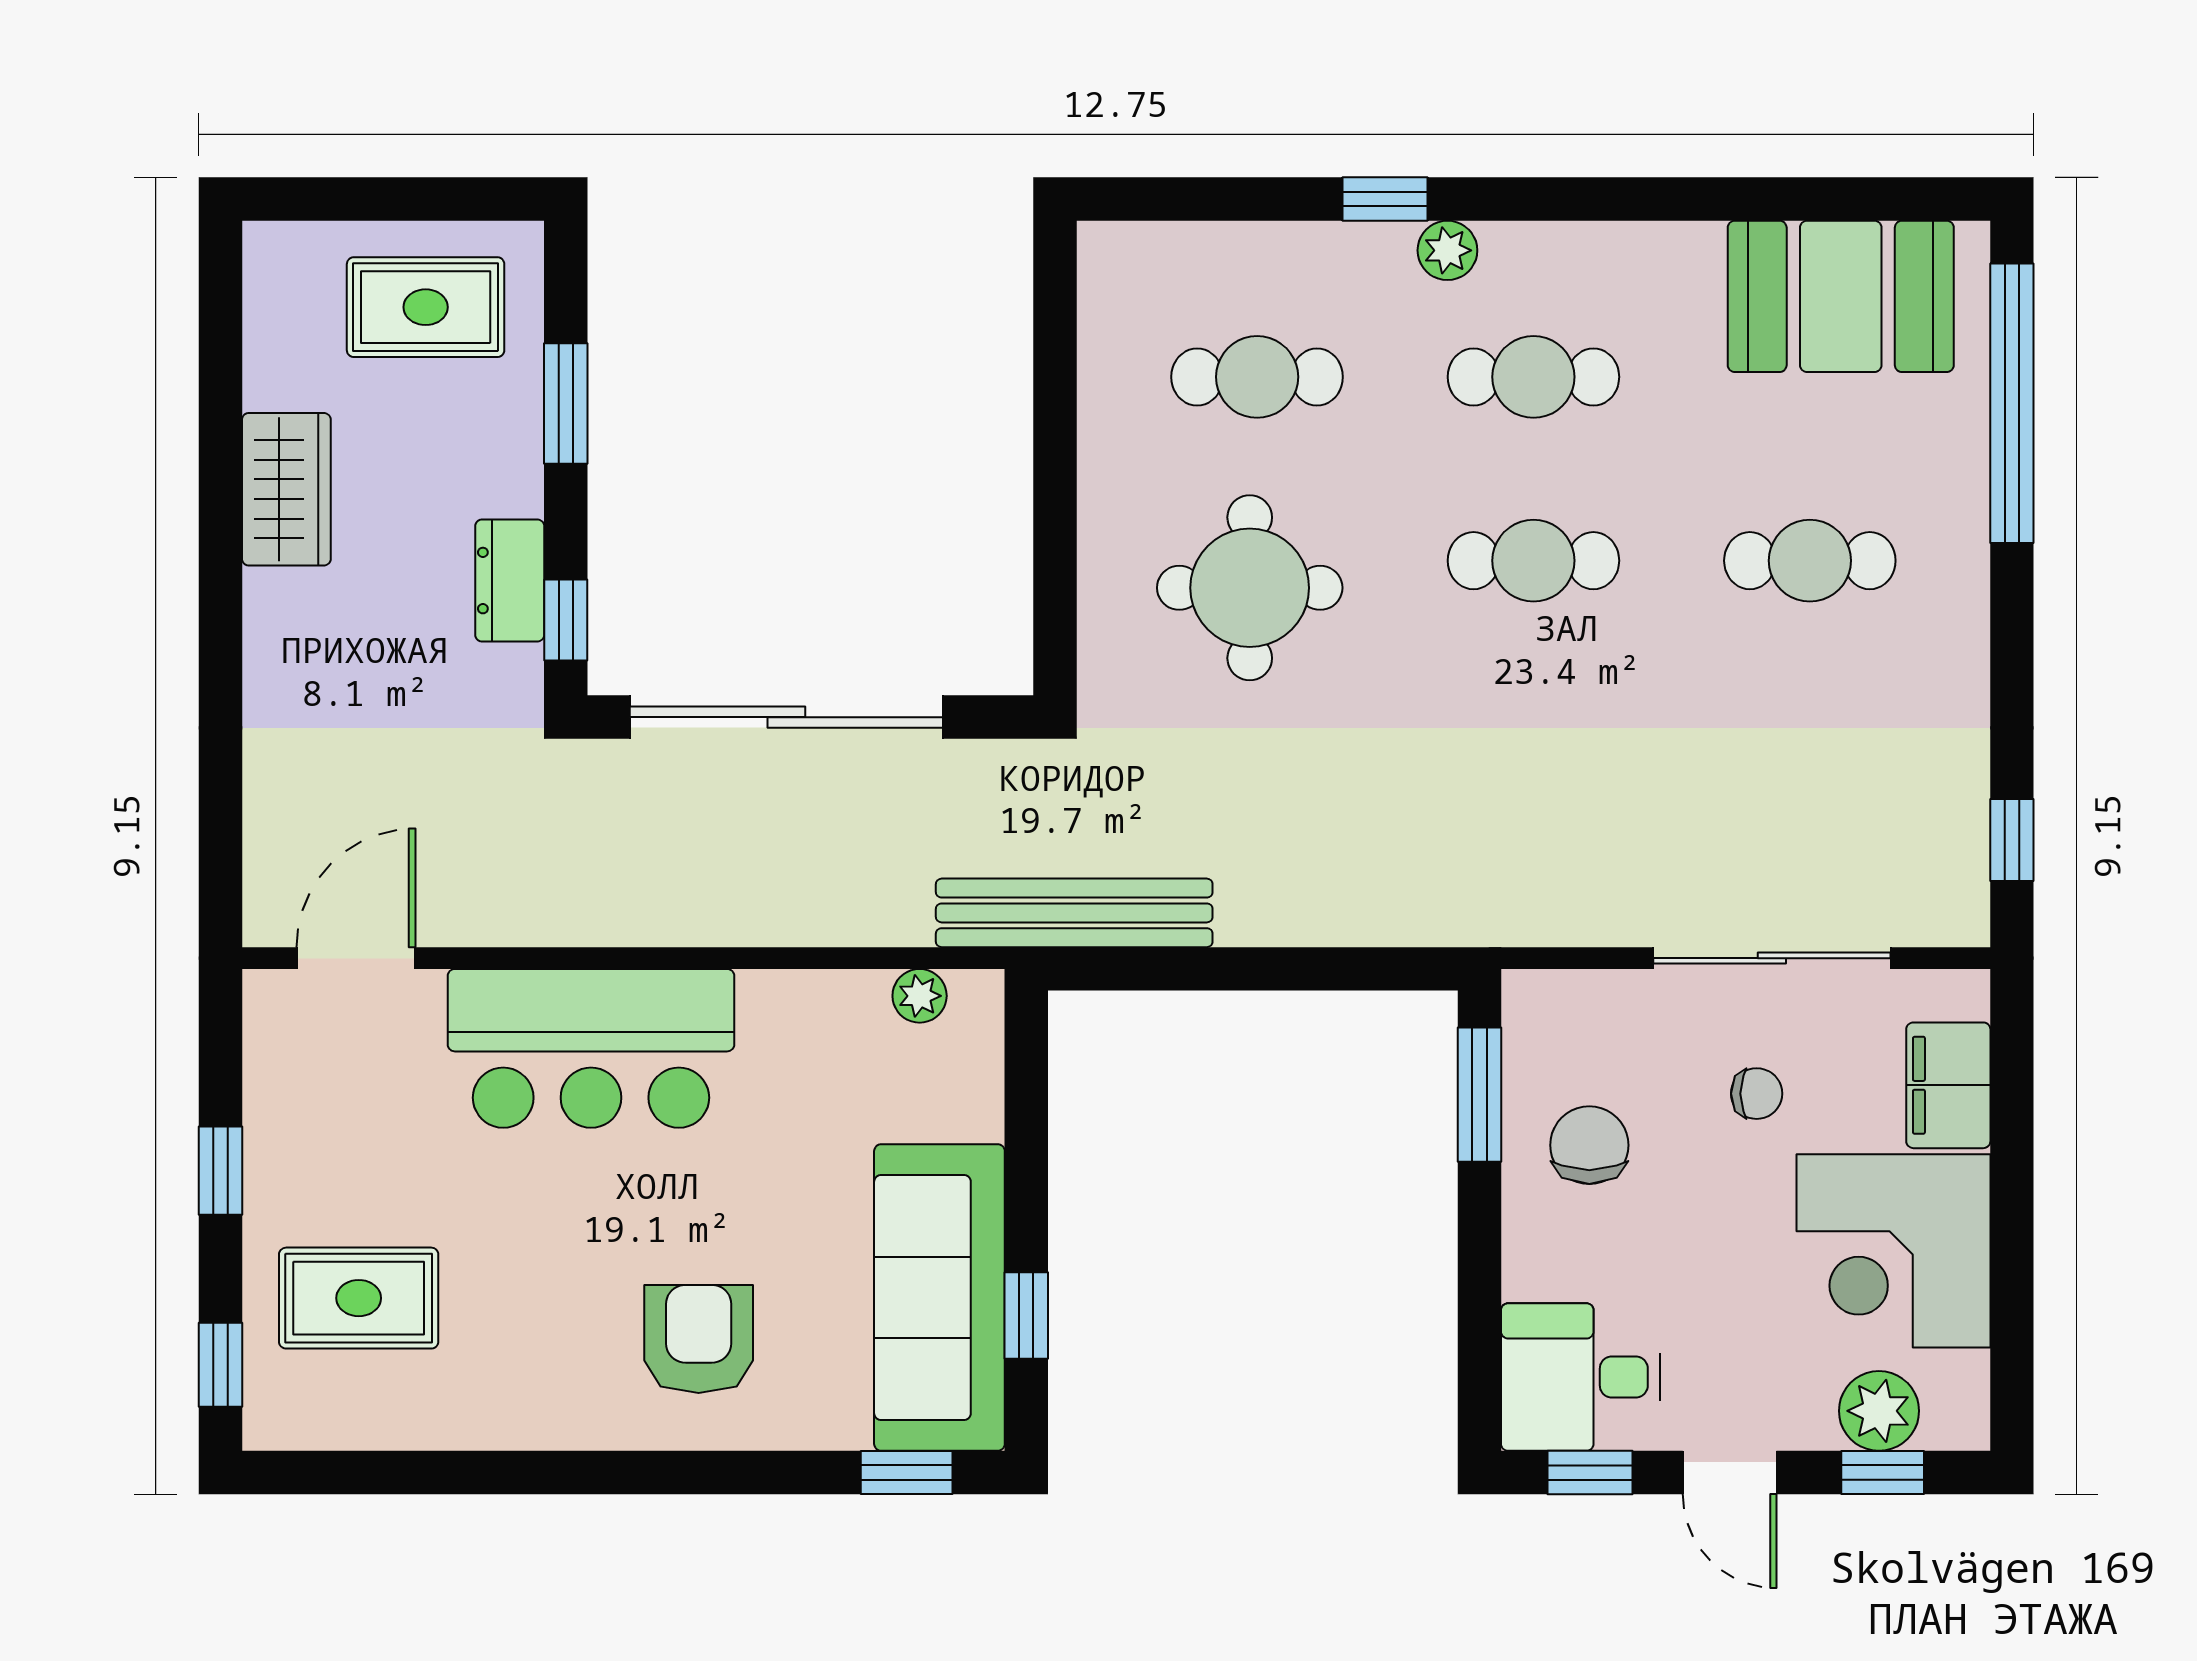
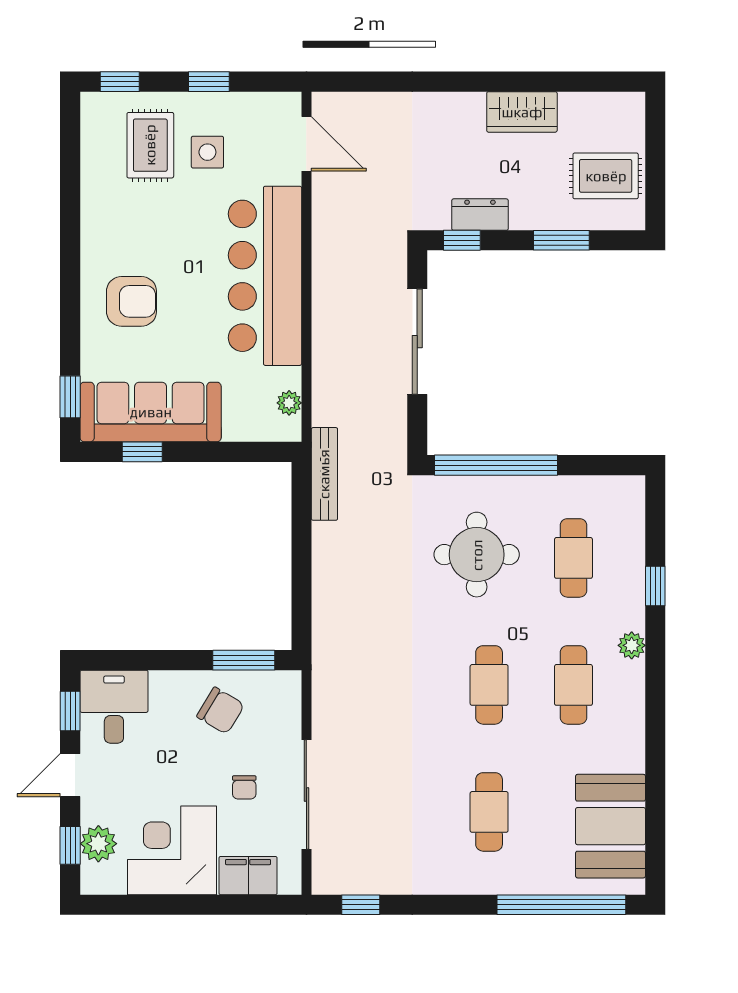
window: (1385, 199) -> (655, 586), moved
rug: (426, 307) -> (606, 176), turned 90
window: (1055, 545) -> (496, 465), added
sliding door: (786, 717) -> (417, 342), width x0.73
bench: (1074, 913) -> (324, 474), width x0.73, depth x0.82
bar counter: (591, 1048) -> (265, 276), width x1.36
chair: (1589, 1145) -> (221, 711), turned 31
side table: (374, 1174) -> (207, 152), added

